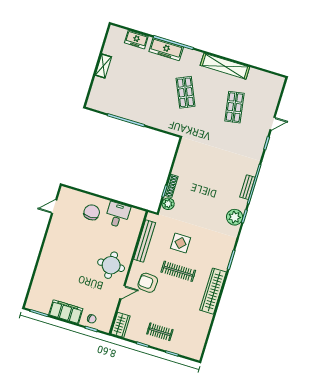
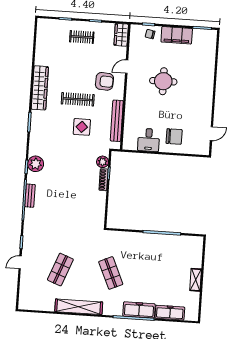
freezer: (136, 40) -> (170, 313), width x1.40
shop shelf: (234, 107) -> (60, 270), turned 30
chair: (92, 212) -> (174, 136), turned -90
round table: (111, 265) -> (163, 81), moved

